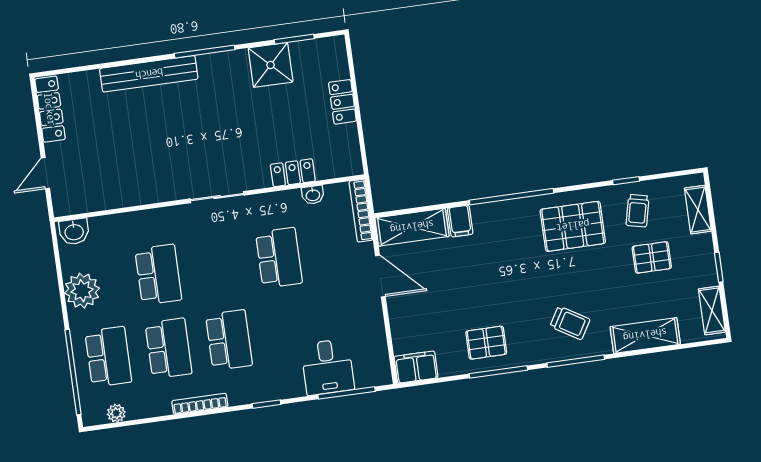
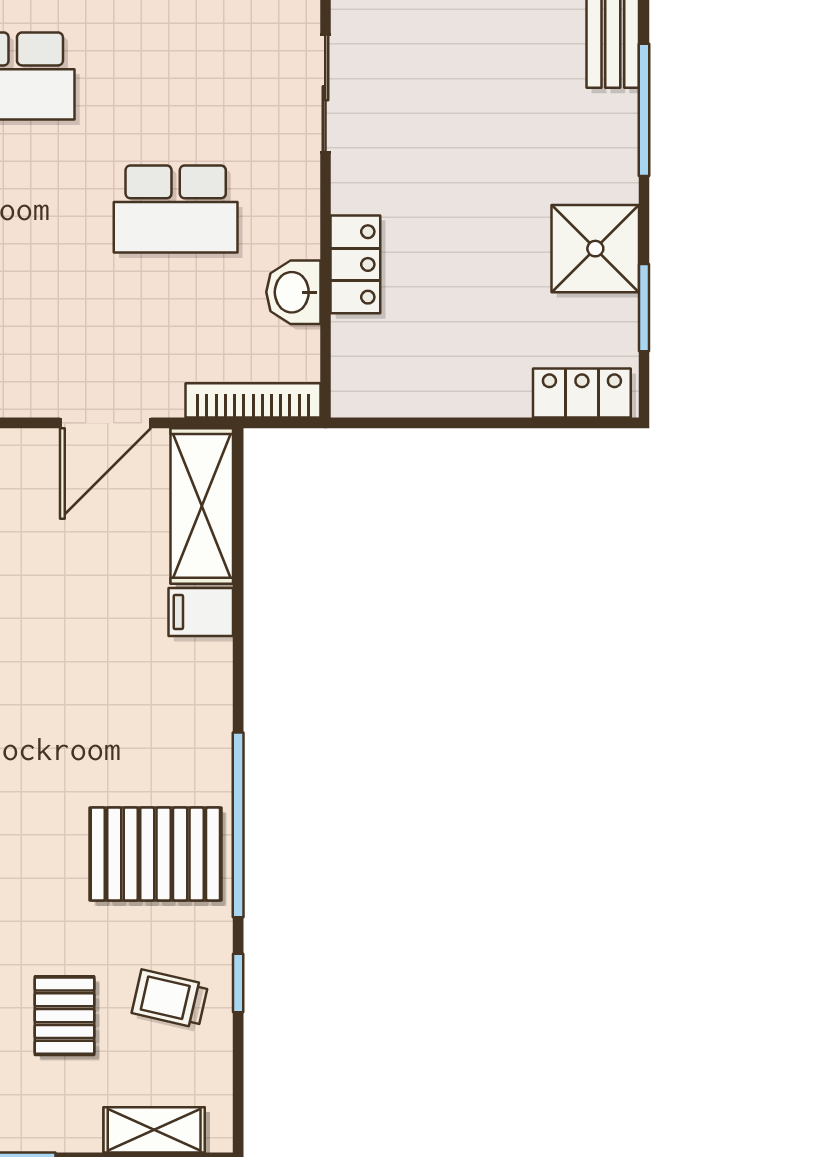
locker: (342, 102) -> (582, 393), moved
washbasin: (313, 195) -> (293, 292), width x1.38, depth x1.45
window: (512, 197) -> (238, 825), moved
pallet: (573, 226) -> (155, 854), turned 90

